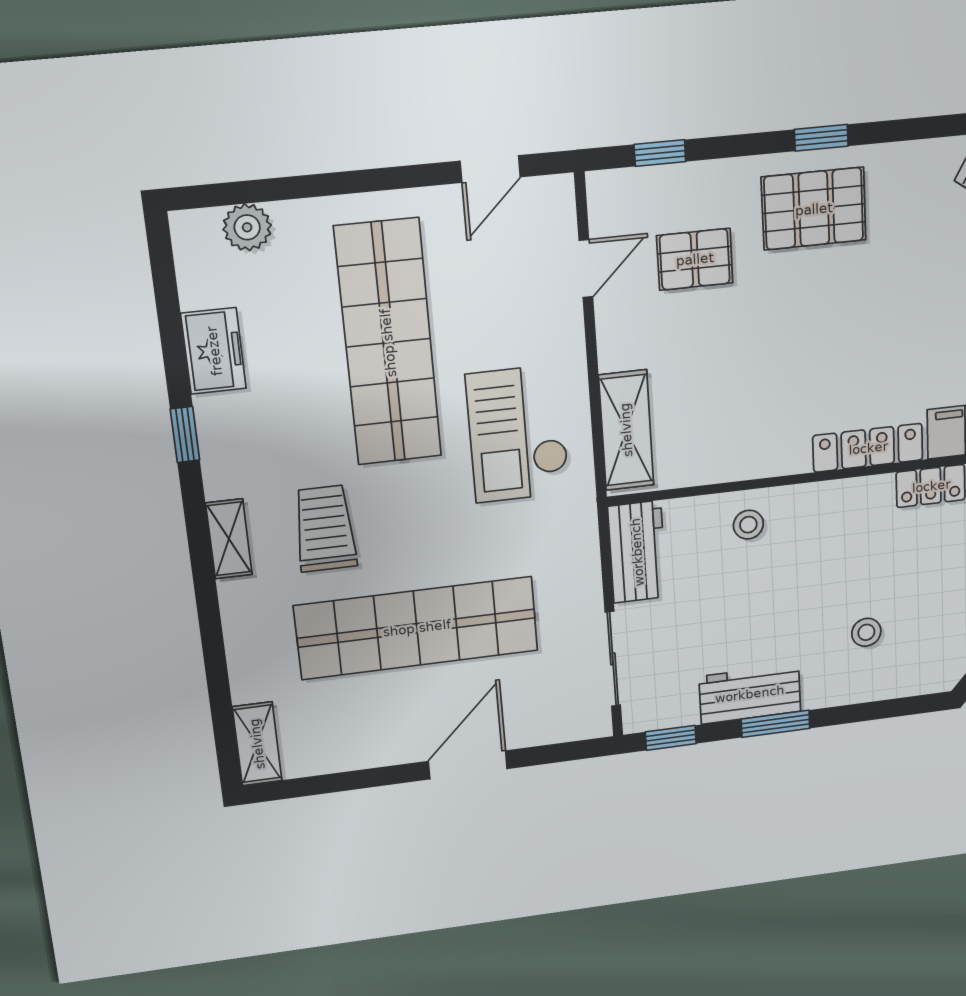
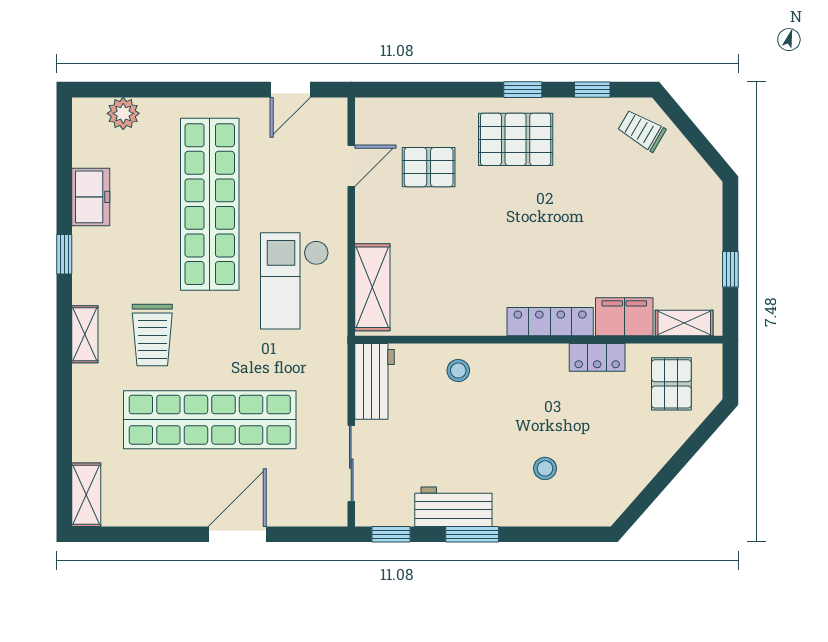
window: (660, 153) -> (592, 90), moved
trolley: (325, 529) -> (152, 335), turned 180

